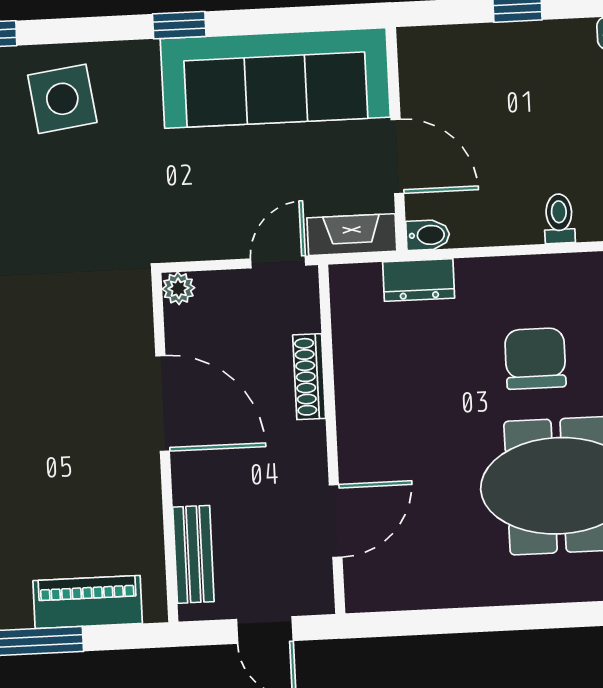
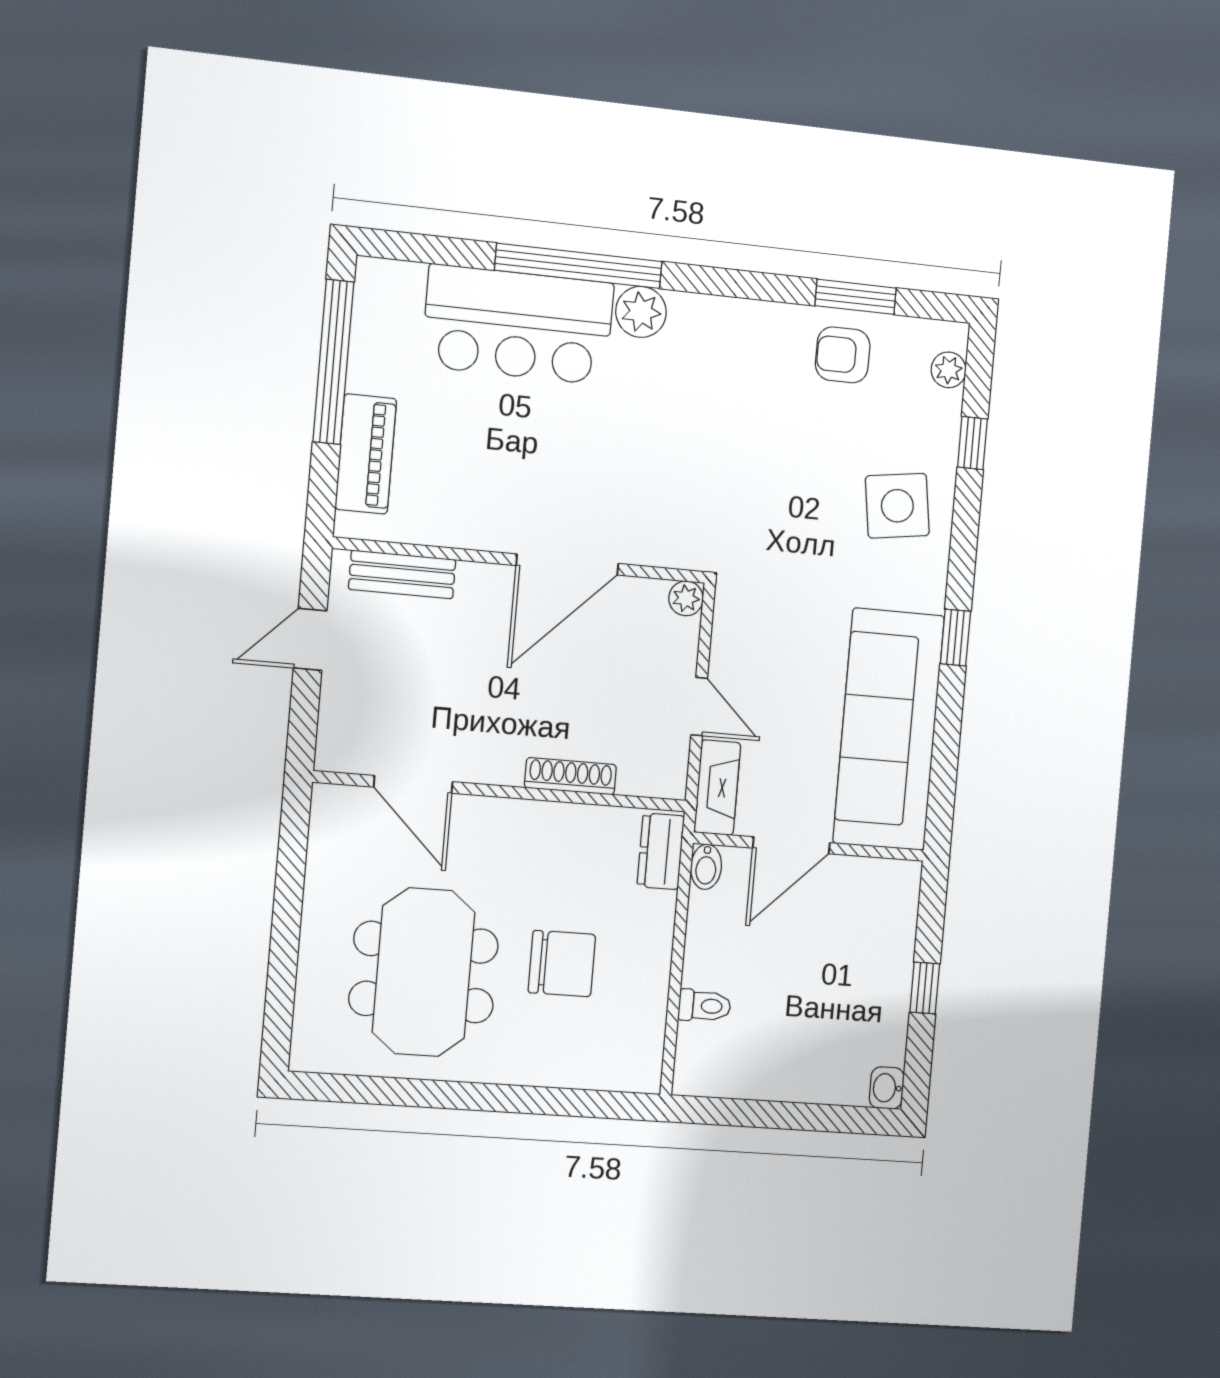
shoe rack: (309, 377) -> (570, 776), moved
wall: (332, 439) -> (501, 791), moved
door: (336, 521) -> (413, 784), moved

